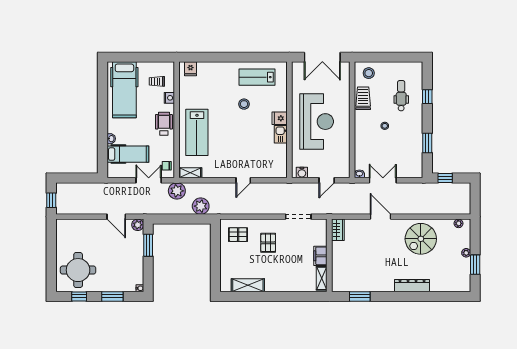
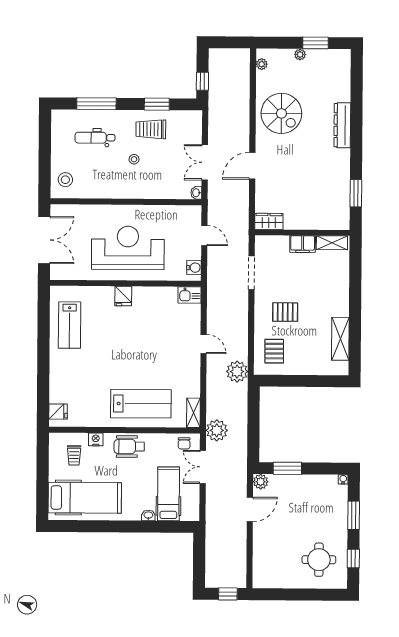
window: (427, 97) -> (96, 104), width x2.17
trolley: (363, 98) -> (151, 129), moved
stool: (244, 104) -> (104, 342), removed
kitchen sink: (281, 134) -> (190, 295), moved
plant: (201, 206) -> (237, 372), moved
round table: (78, 270) -> (319, 560), width x0.73, depth x0.73

